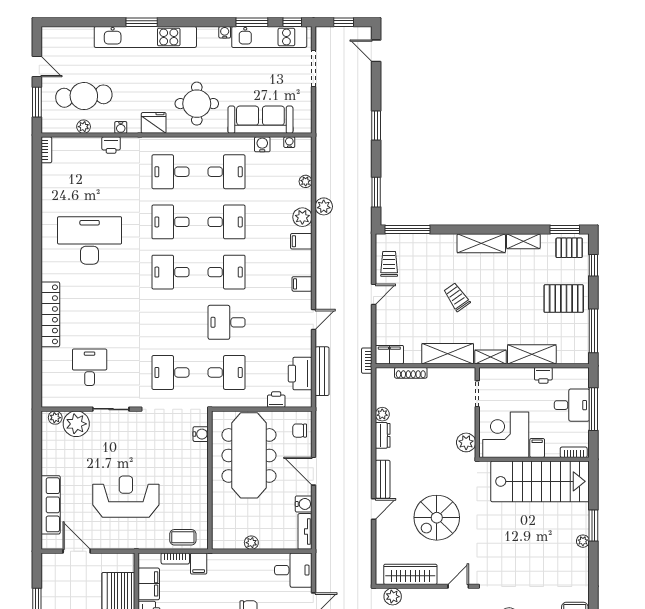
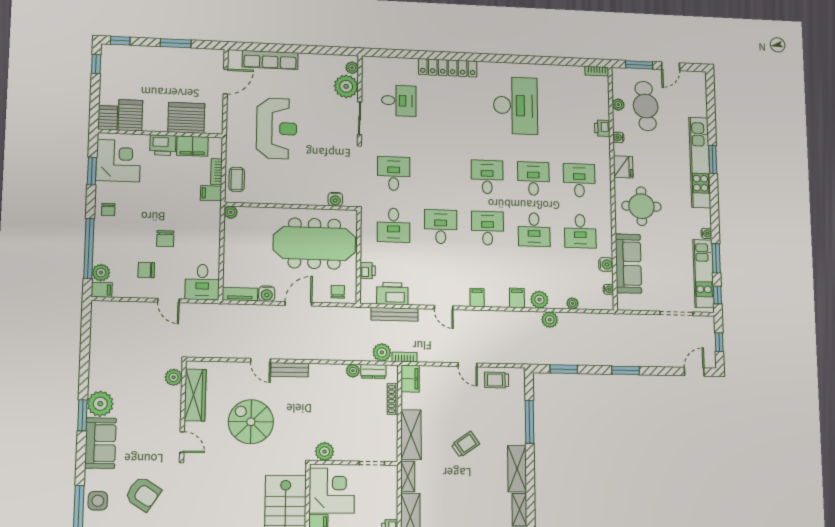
window: (408, 229) -> (530, 422), moved
trolley: (389, 264) -> (497, 380), turned 180
desk: (227, 272) -> (488, 228), turned 180
plant: (363, 384) -> (382, 352), added
dresser: (383, 435) -> (373, 371), moved
plant: (251, 543) -> (231, 212), moved

